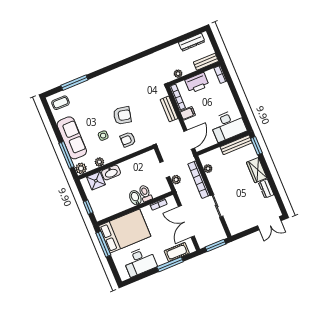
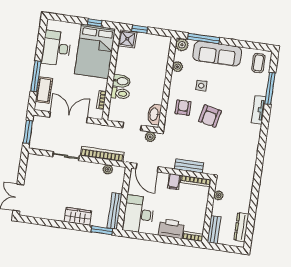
tv unit: (96, 82) -> (259, 110), added
printer: (197, 83) -> (171, 229), moved, turned 90
washbasin: (111, 173) -> (154, 114), moved
plant: (176, 180) -> (150, 137), moved
shower: (96, 181) -> (127, 39), moved
dresser: (266, 189) -> (54, 215), removed
window: (103, 244) -> (95, 23), width x0.46

